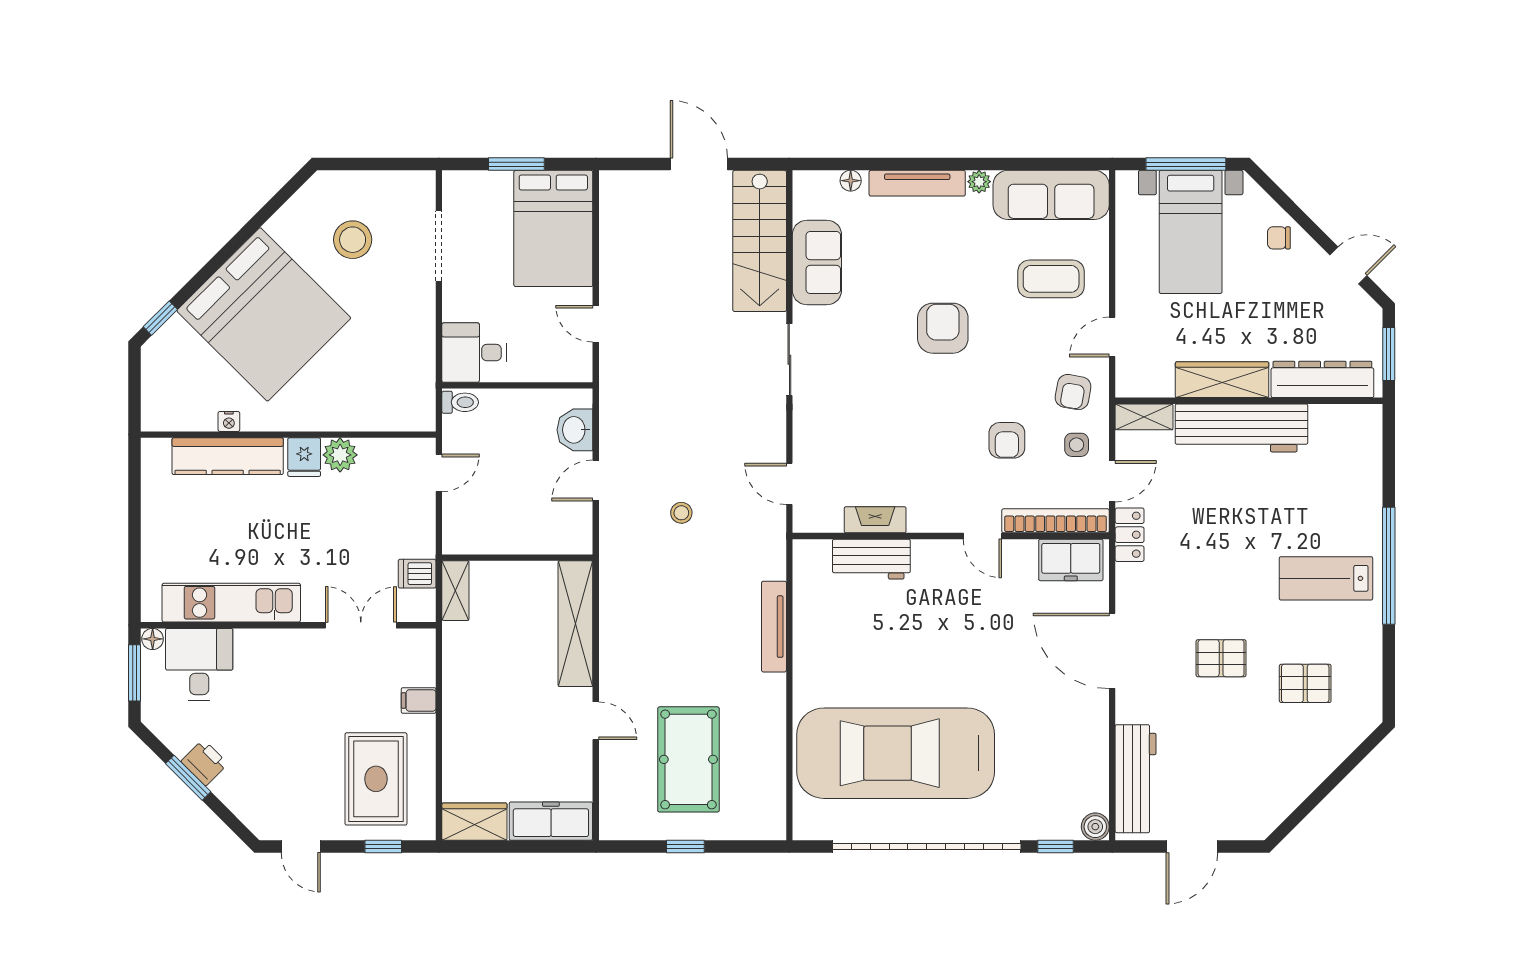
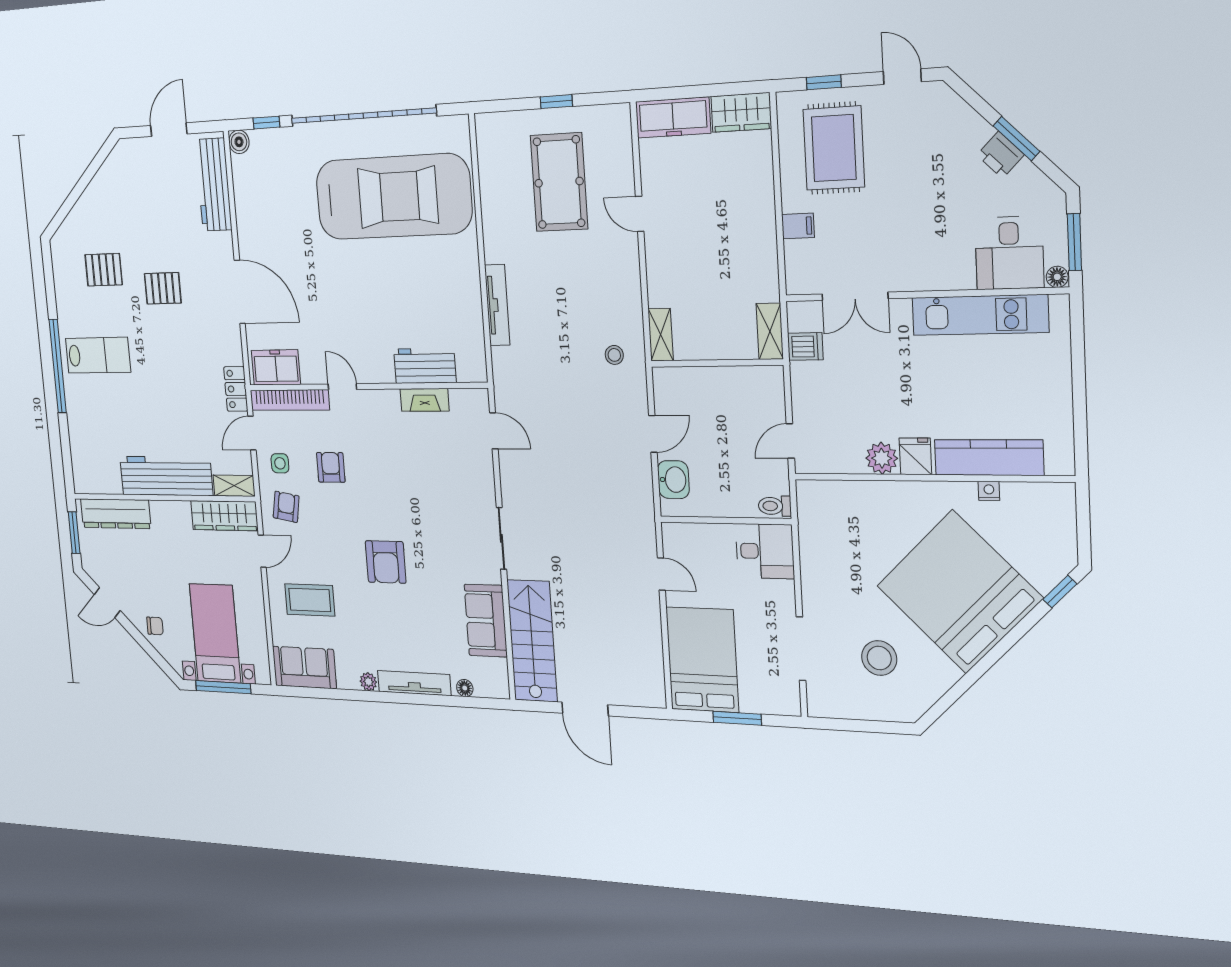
sofa: (1051, 195) -> (304, 667), width x0.73
wardrobe: (1222, 380) -> (224, 516), moved
stool: (681, 513) -> (614, 355), moved
shelving: (575, 624) -> (661, 335), width x0.45, depth x0.75

